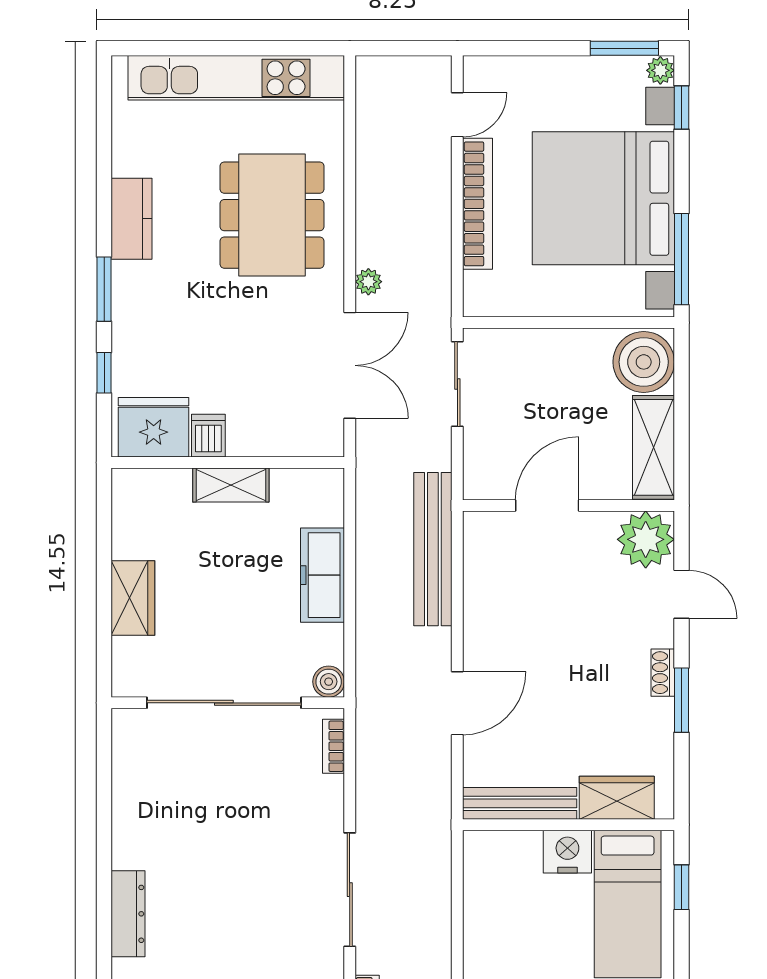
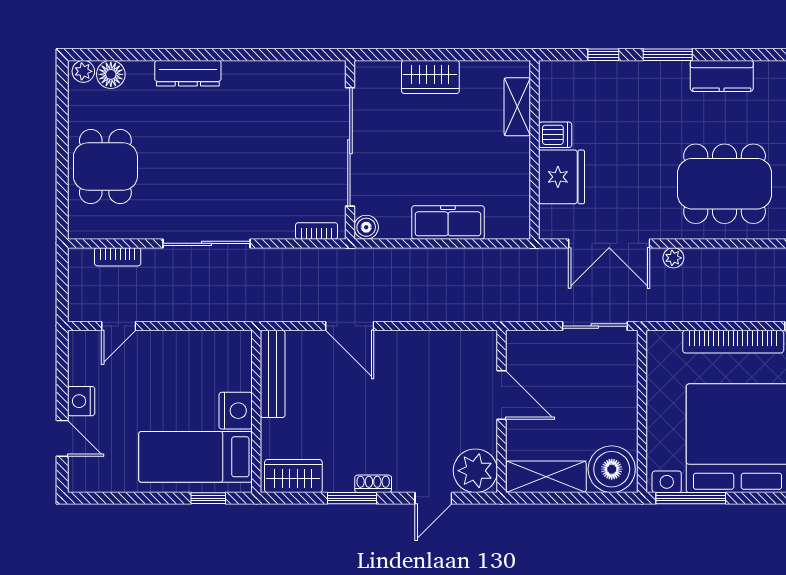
fridge: (154, 427) -> (562, 177), moved
shelving: (231, 485) -> (517, 107), moved
bench: (433, 549) -> (468, 307), removed
wardrobe: (617, 798) -> (293, 476), moved, turned -90

